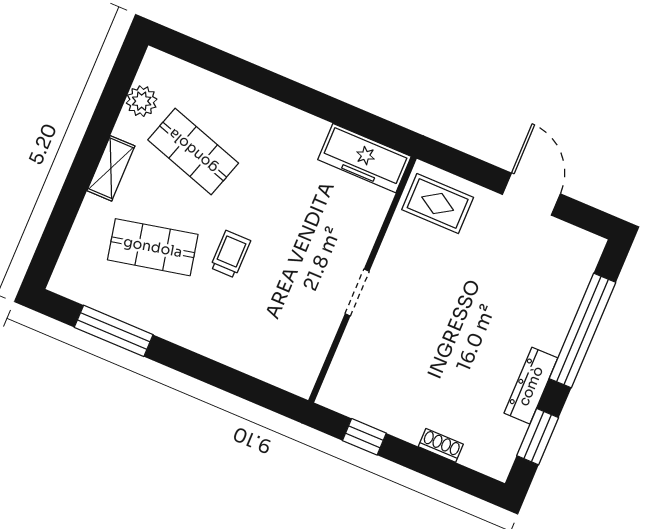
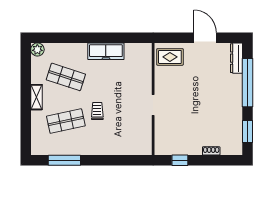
plant: (142, 101) -> (37, 50), moved
freezer: (364, 158) -> (106, 51), moved
dresser: (531, 386) -> (236, 58), moved

